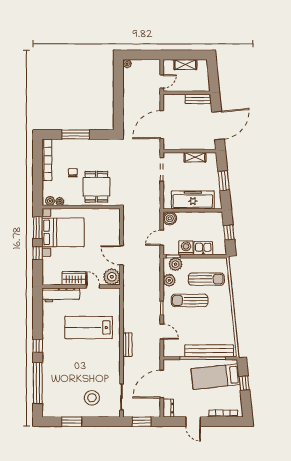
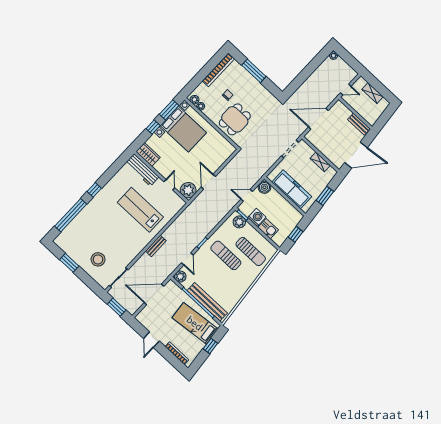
wardrobe: (74, 278) -> (148, 154), moved
plant: (169, 280) -> (180, 277), moved
dresser: (168, 408) -> (143, 315), removed

